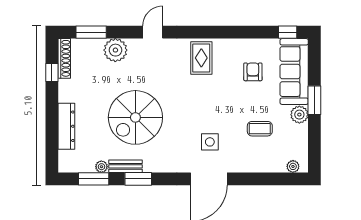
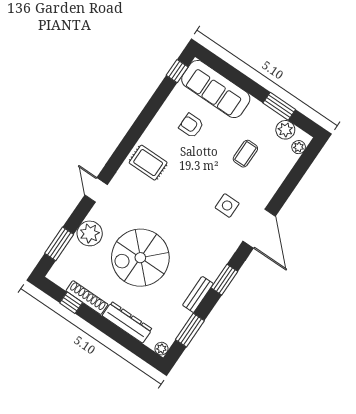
shoe rack: (64, 58) -> (87, 298), moved
window: (314, 100) -> (279, 106), moved
plant: (299, 115) -> (285, 130), moved
spiral stairs: (135, 117) -> (140, 258), moved, turned 90
plant: (101, 167) -> (161, 349), moved
window: (138, 179) -> (224, 280), moved

